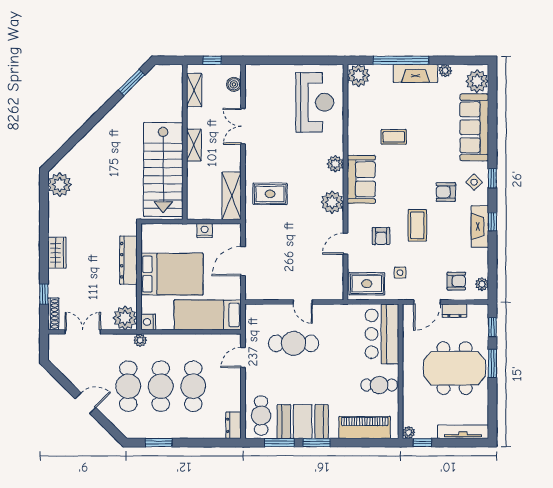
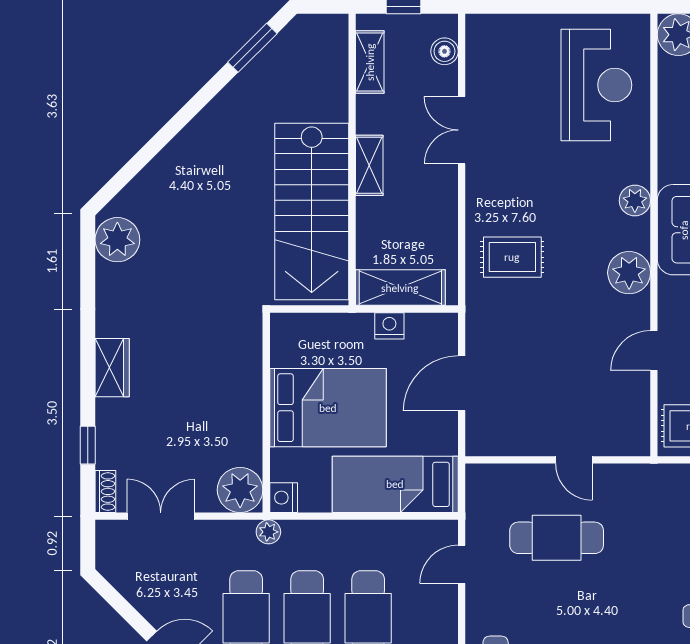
shelving: (232, 196) -> (400, 288), moved, turned 90
dresser: (128, 260) -> (246, 382), removed
shoe rack: (53, 314) -> (105, 491), width x0.70

